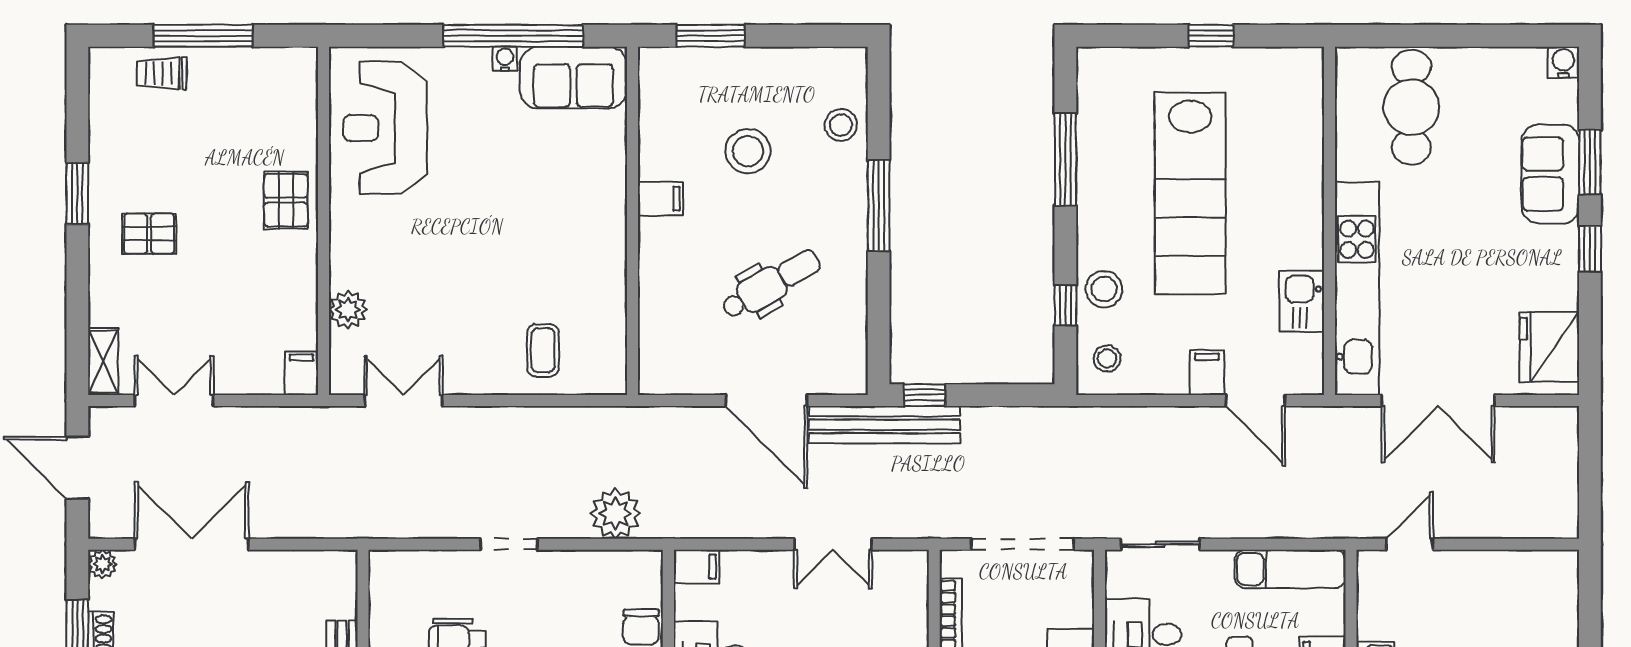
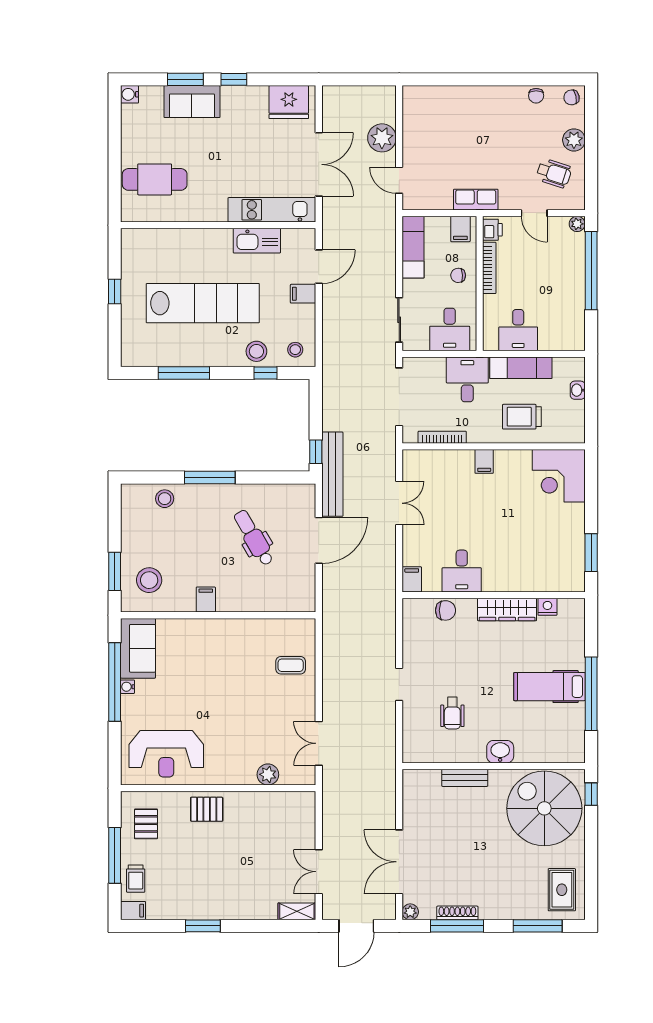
stool: (748, 151) -> (149, 580), moved
pallet: (149, 234) -> (146, 824), moved
kitchen unit: (1357, 288) -> (272, 210), width x0.73
kitchen sink: (1302, 301) -> (257, 241), width x1.38
filing cabinet: (301, 373) -> (133, 911), moved, turned 180
plant: (616, 513) -> (382, 138), moved

